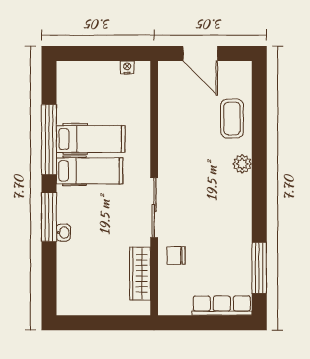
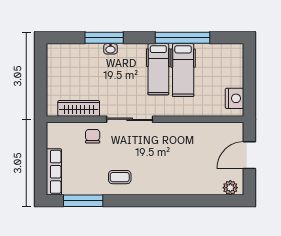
nightstand: (127, 67) -> (235, 98), width x1.89, depth x1.79
coffee table: (232, 119) -> (120, 177), moved, width x0.73, depth x0.77
plant: (242, 164) -> (230, 188), moved
window: (49, 217) -> (104, 38), moved

